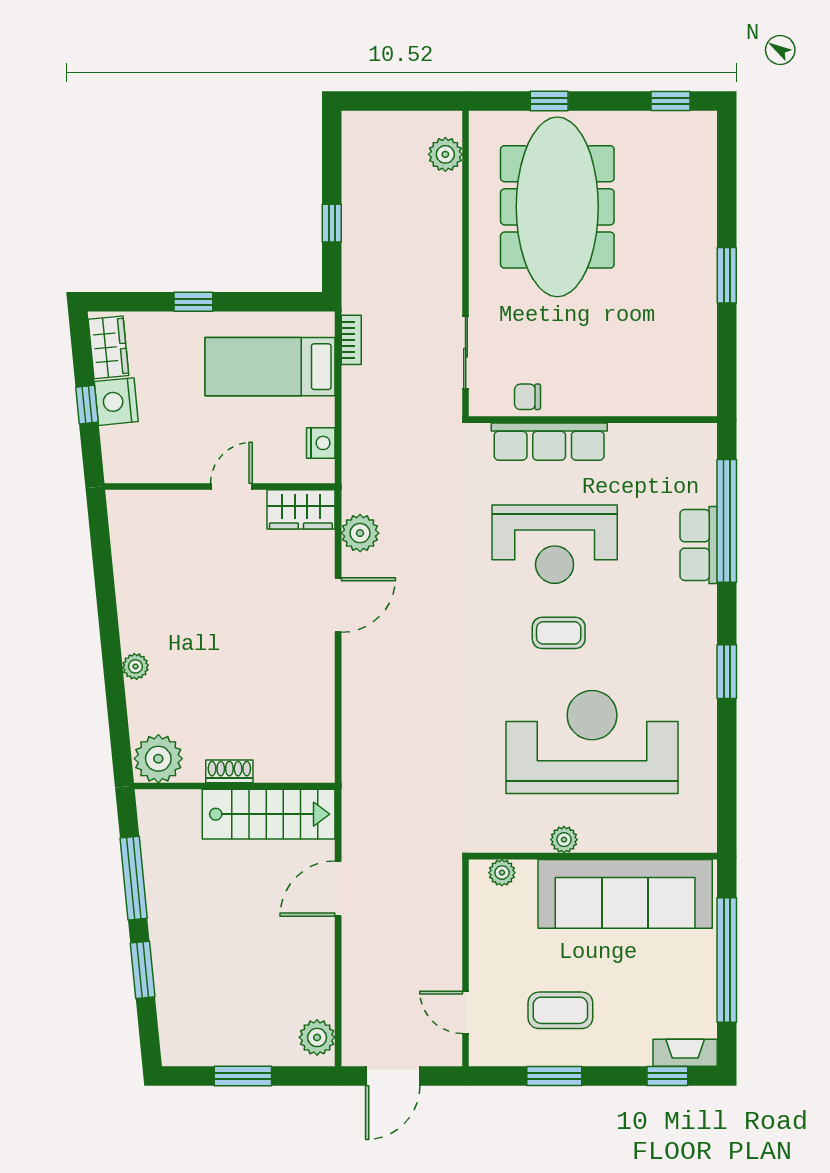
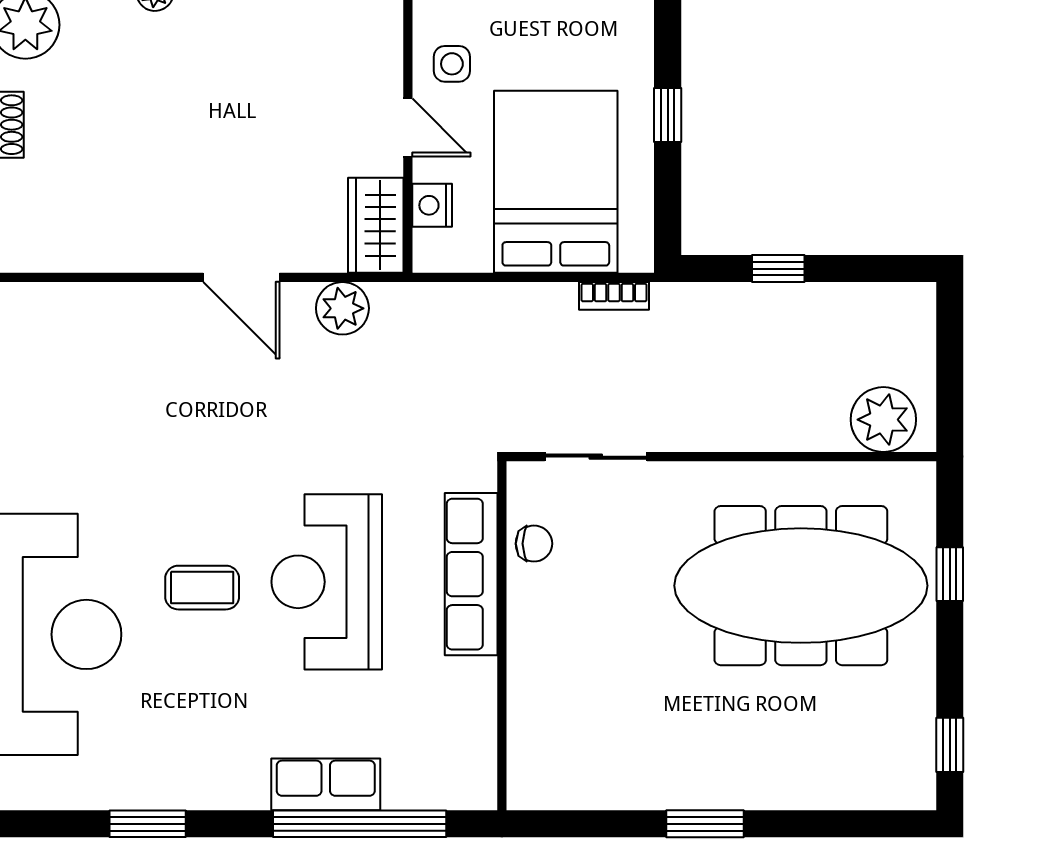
plant: (445, 154) -> (883, 420), width x1.36, depth x1.36
window: (193, 302) -> (668, 115), moved
bed: (270, 367) -> (556, 182), width x1.50
chair: (527, 397) -> (534, 544), turned 90
nightstand: (321, 443) -> (432, 205), moved, turned 90
side table: (186, 455) -> (452, 64), added
coffee table: (559, 633) -> (202, 588), turned 90

